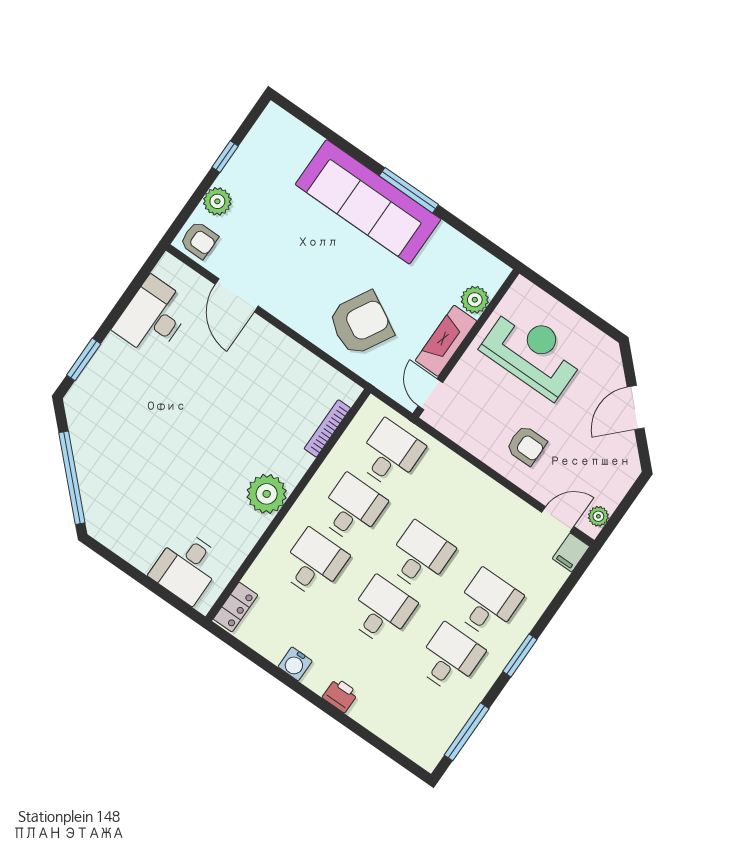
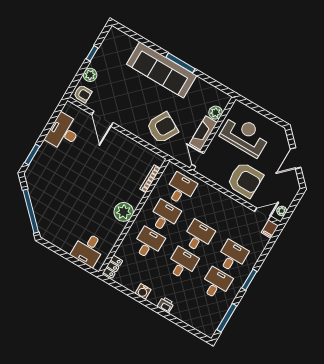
armchair: (526, 445) -> (245, 180), width x1.88, depth x1.88

